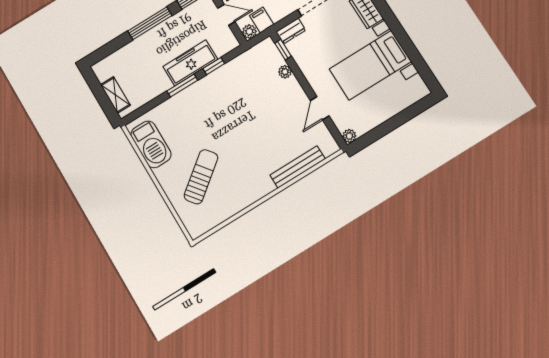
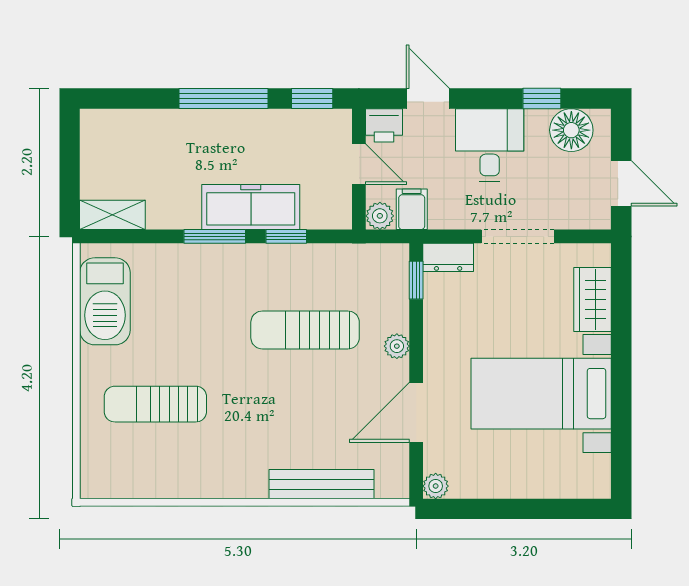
plant: (285, 72) -> (397, 346), moved
shelving: (115, 95) -> (112, 215), moved, turned 90
sun lounger: (247, 102) -> (305, 330), added
door: (320, 108) -> (416, 412), width x1.38
sun lounger: (201, 177) -> (155, 404), turned -142

